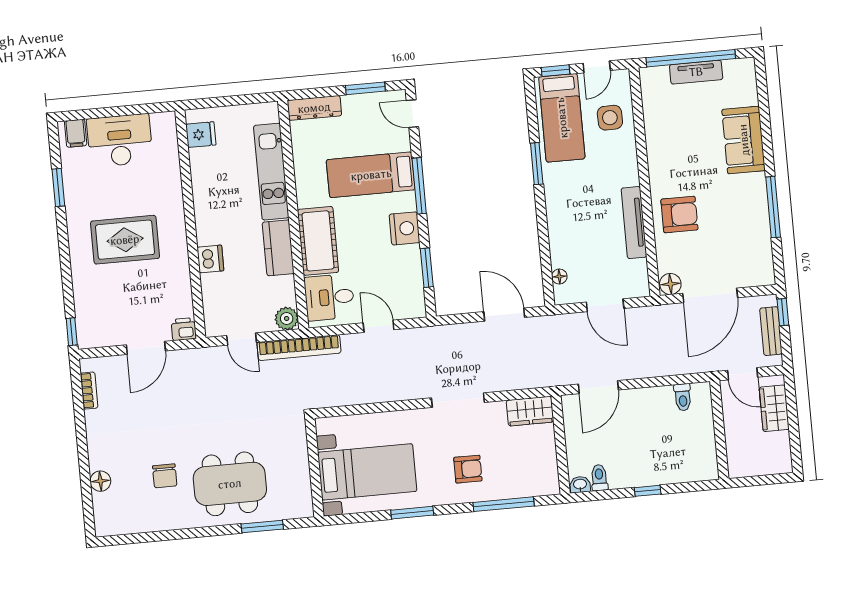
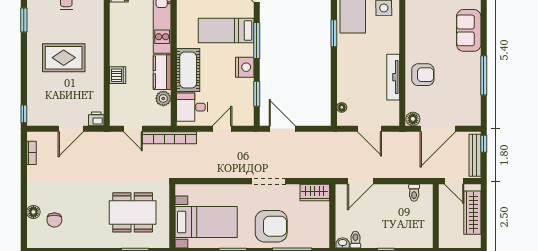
door: (504, 315) -> (282, 129), moved
plant: (287, 319) -> (163, 98), moved
door: (379, 326) -> (222, 129), hinge flipped
bench: (771, 331) -> (475, 155), width x1.36
wardrobe: (774, 408) -> (472, 213), width x1.50
armchair: (468, 469) -> (271, 226), width x1.88, depth x1.88
chair: (165, 476) -> (54, 220), moved
dining table: (230, 484) -> (133, 212), moved

